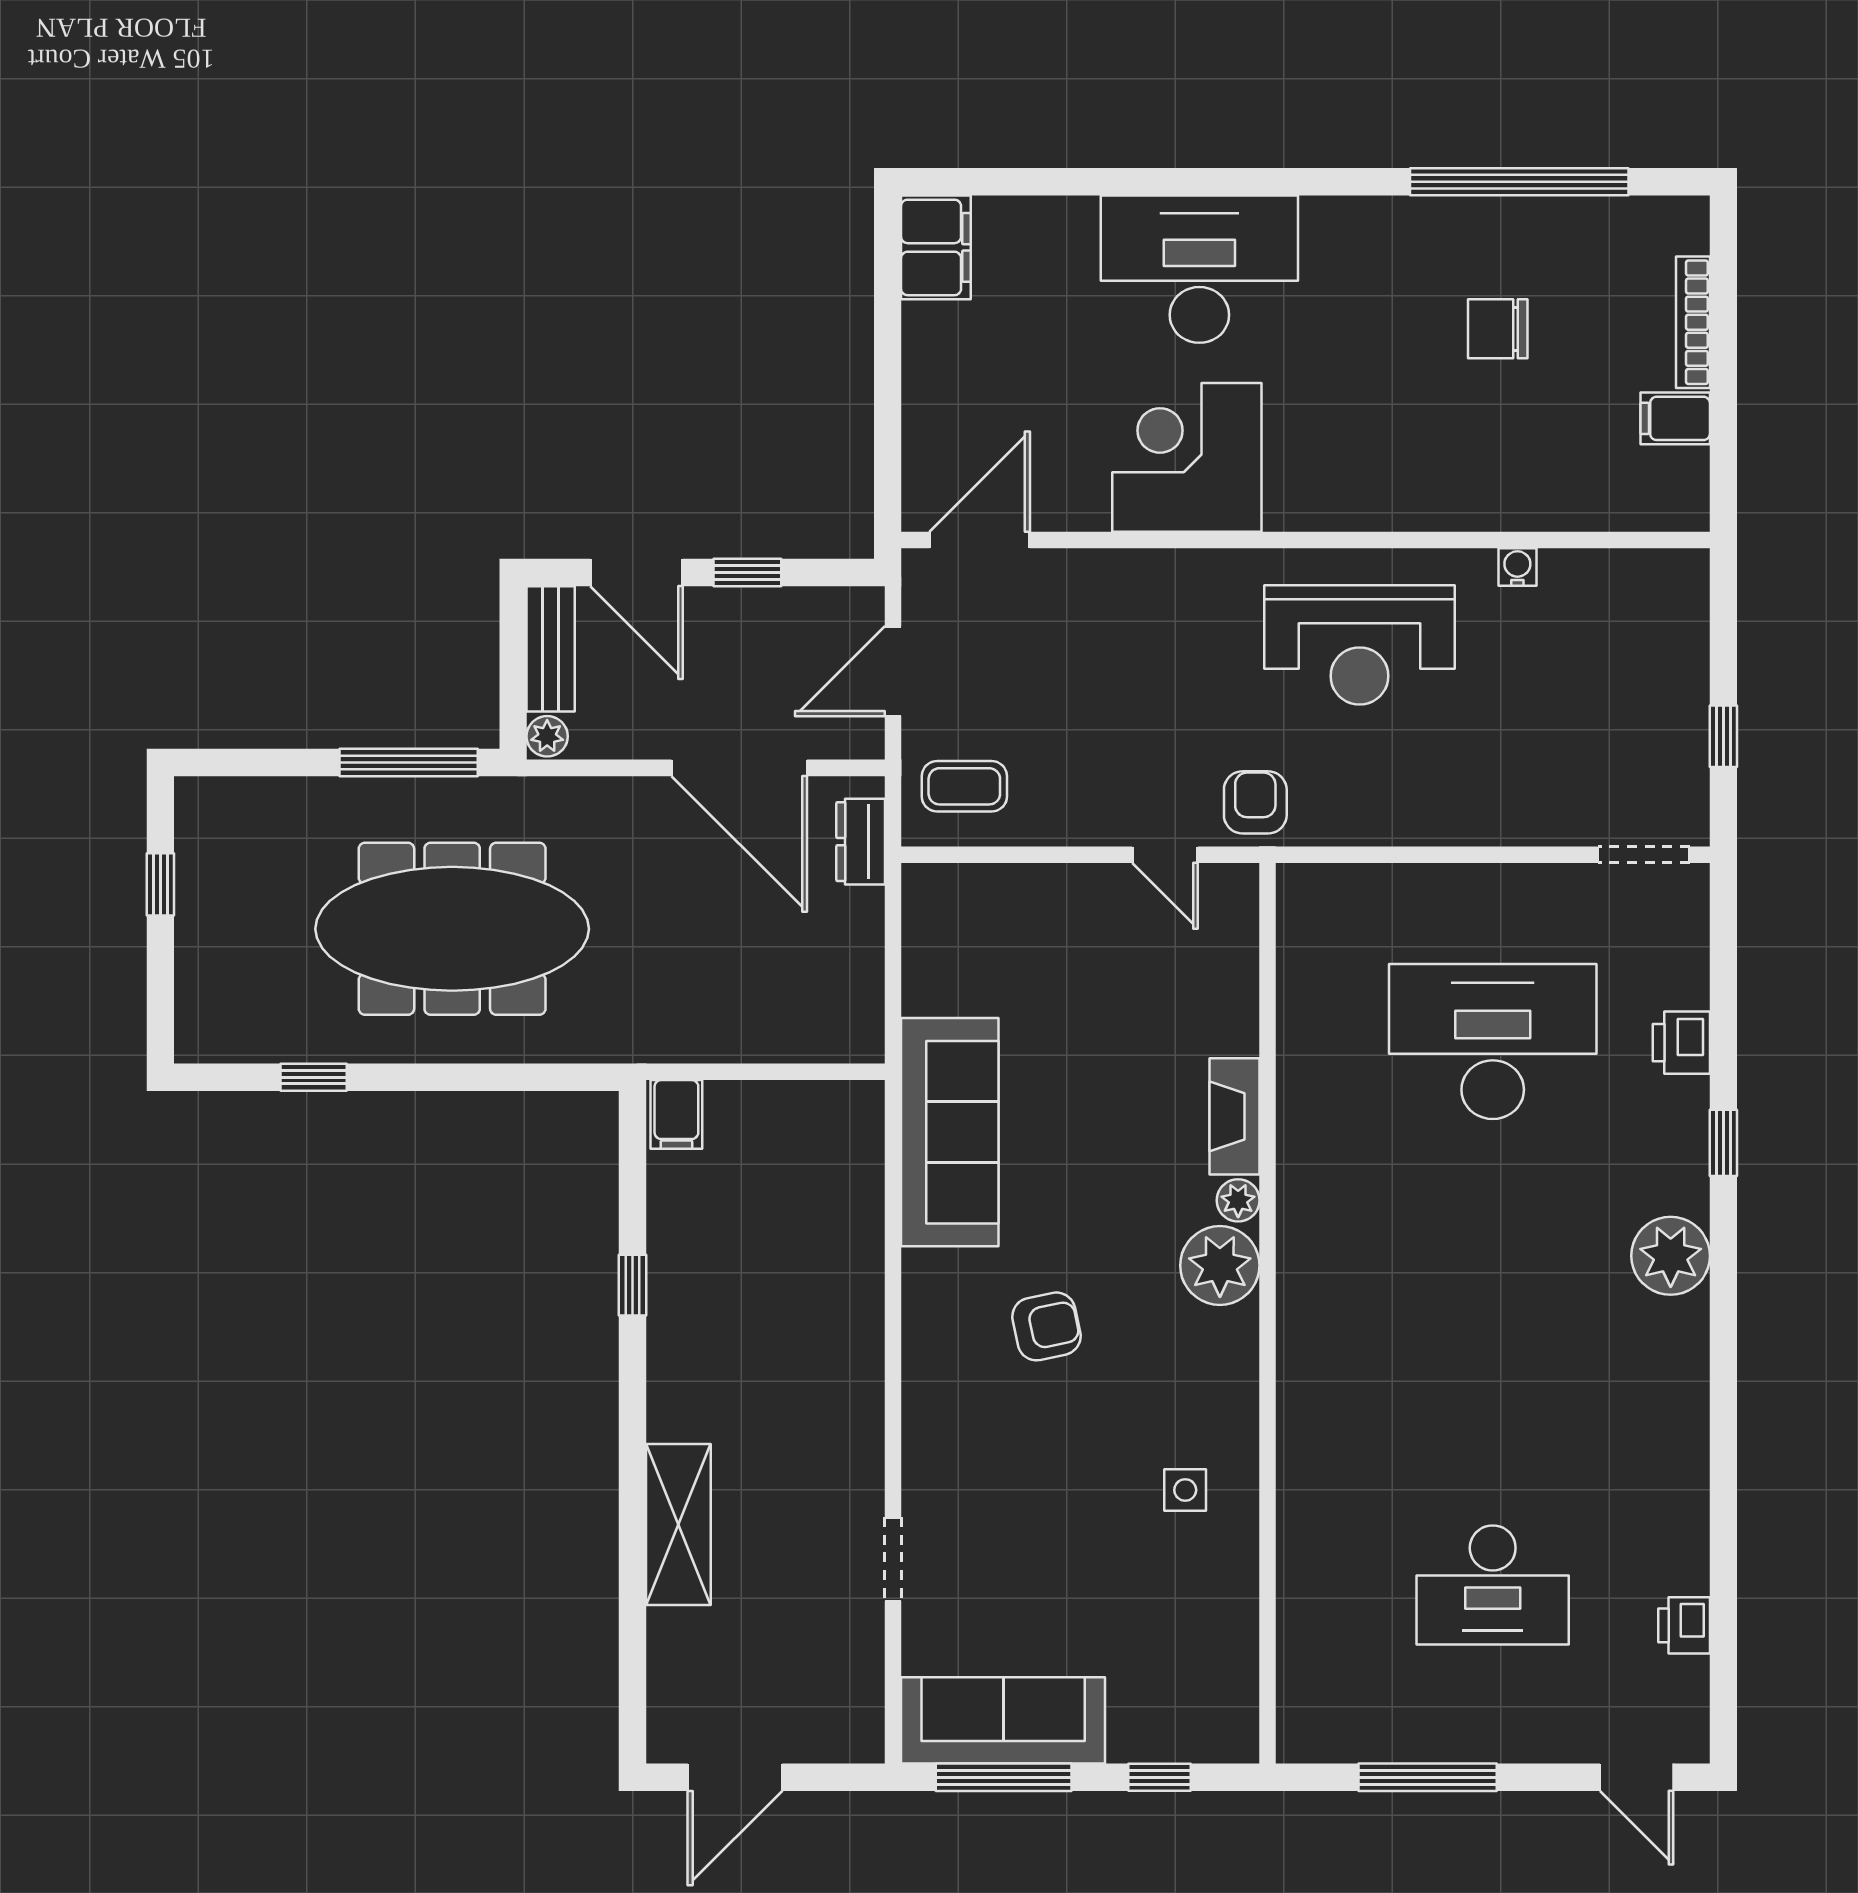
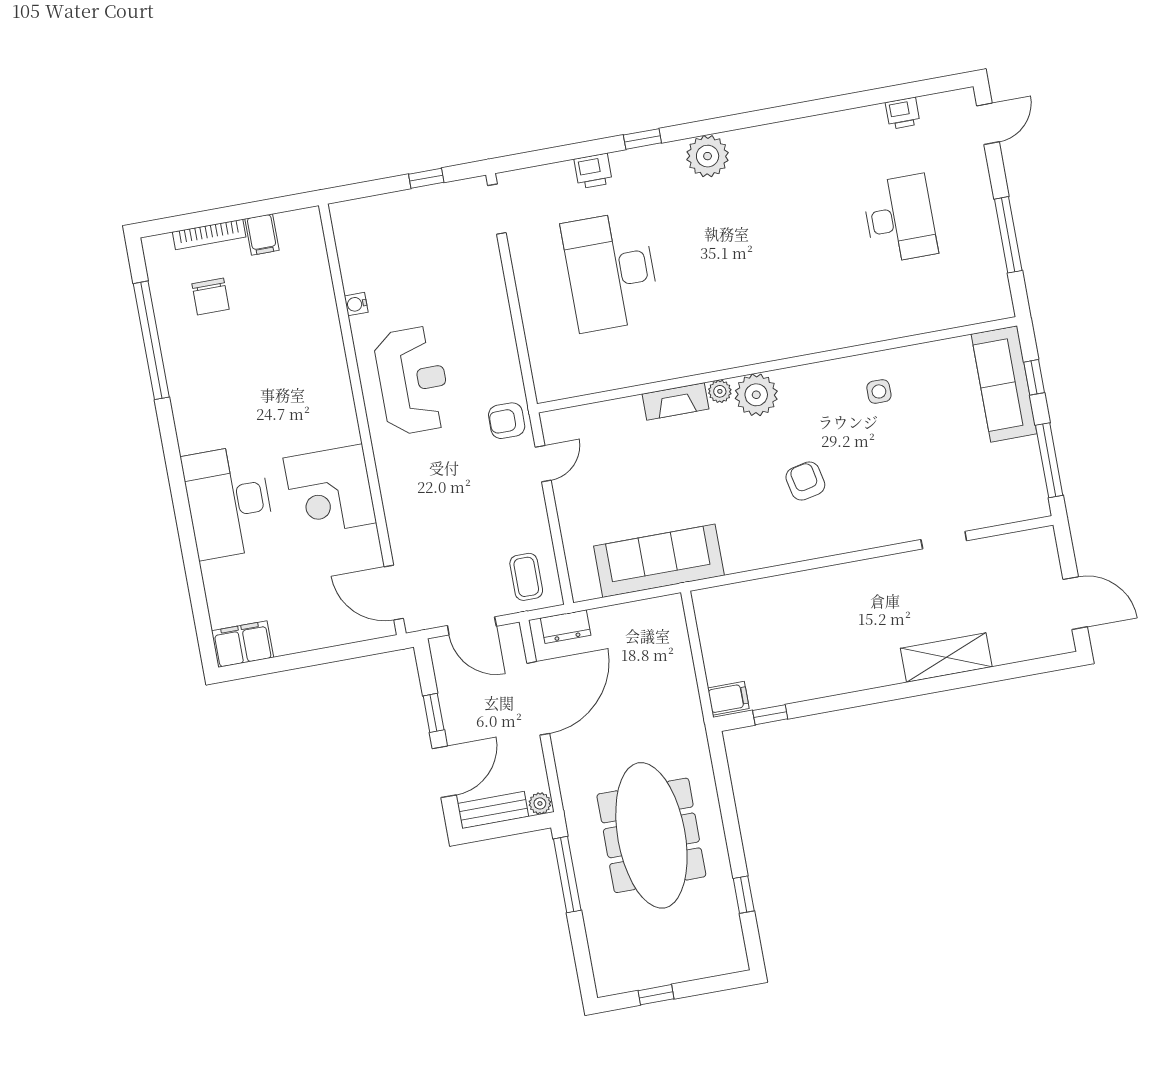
chair: (1498, 329) -> (211, 296), moved
sofa: (950, 1132) -> (659, 561), moved
window: (633, 1285) -> (770, 715), moved
sofa: (1003, 1720) -> (1004, 384), moved

